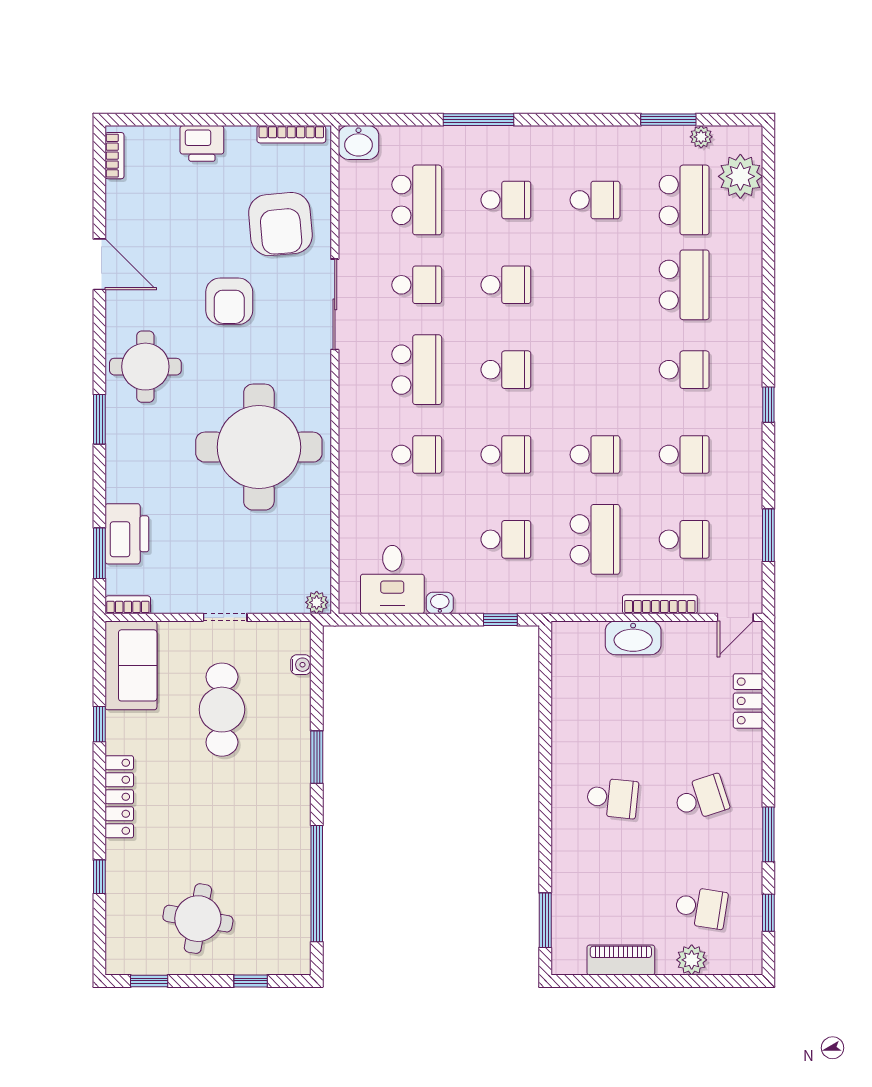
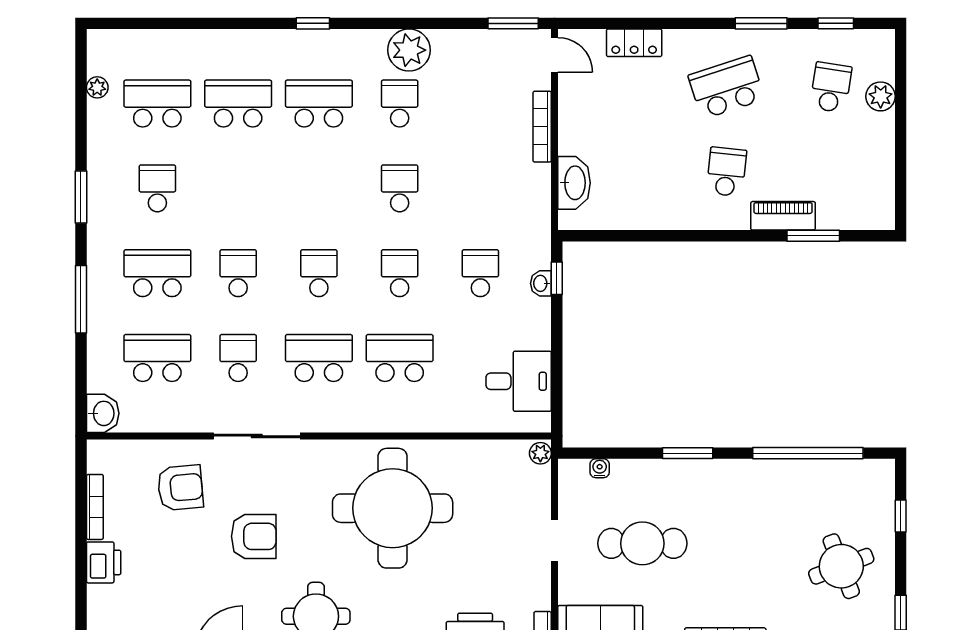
window: (668, 120) -> (81, 197), moved
bookcase: (291, 134) -> (95, 507), moved
plant: (740, 176) -> (409, 50), moved
school desk: (506, 200) -> (157, 273), width x1.85
armchair: (280, 224) -> (180, 488), width x0.73, depth x0.73
school desk: (684, 370) -> (319, 104), width x1.85
window: (768, 405) -> (313, 23), moved
school desk: (417, 455) -> (400, 358), width x1.85
window: (768, 535) -> (513, 23), moved
school desk: (595, 539) -> (480, 188), removed
school desk: (684, 539) -> (480, 104), removed
washbasin: (440, 603) -> (541, 283), moved
washbasin: (633, 638) -> (574, 183), moved
school desk: (701, 798) -> (726, 87), width x1.85
round table: (198, 919) -> (841, 566), turned -31
window: (545, 920) -> (813, 236), moved
piano: (621, 960) -> (783, 216), moved, turned 90

